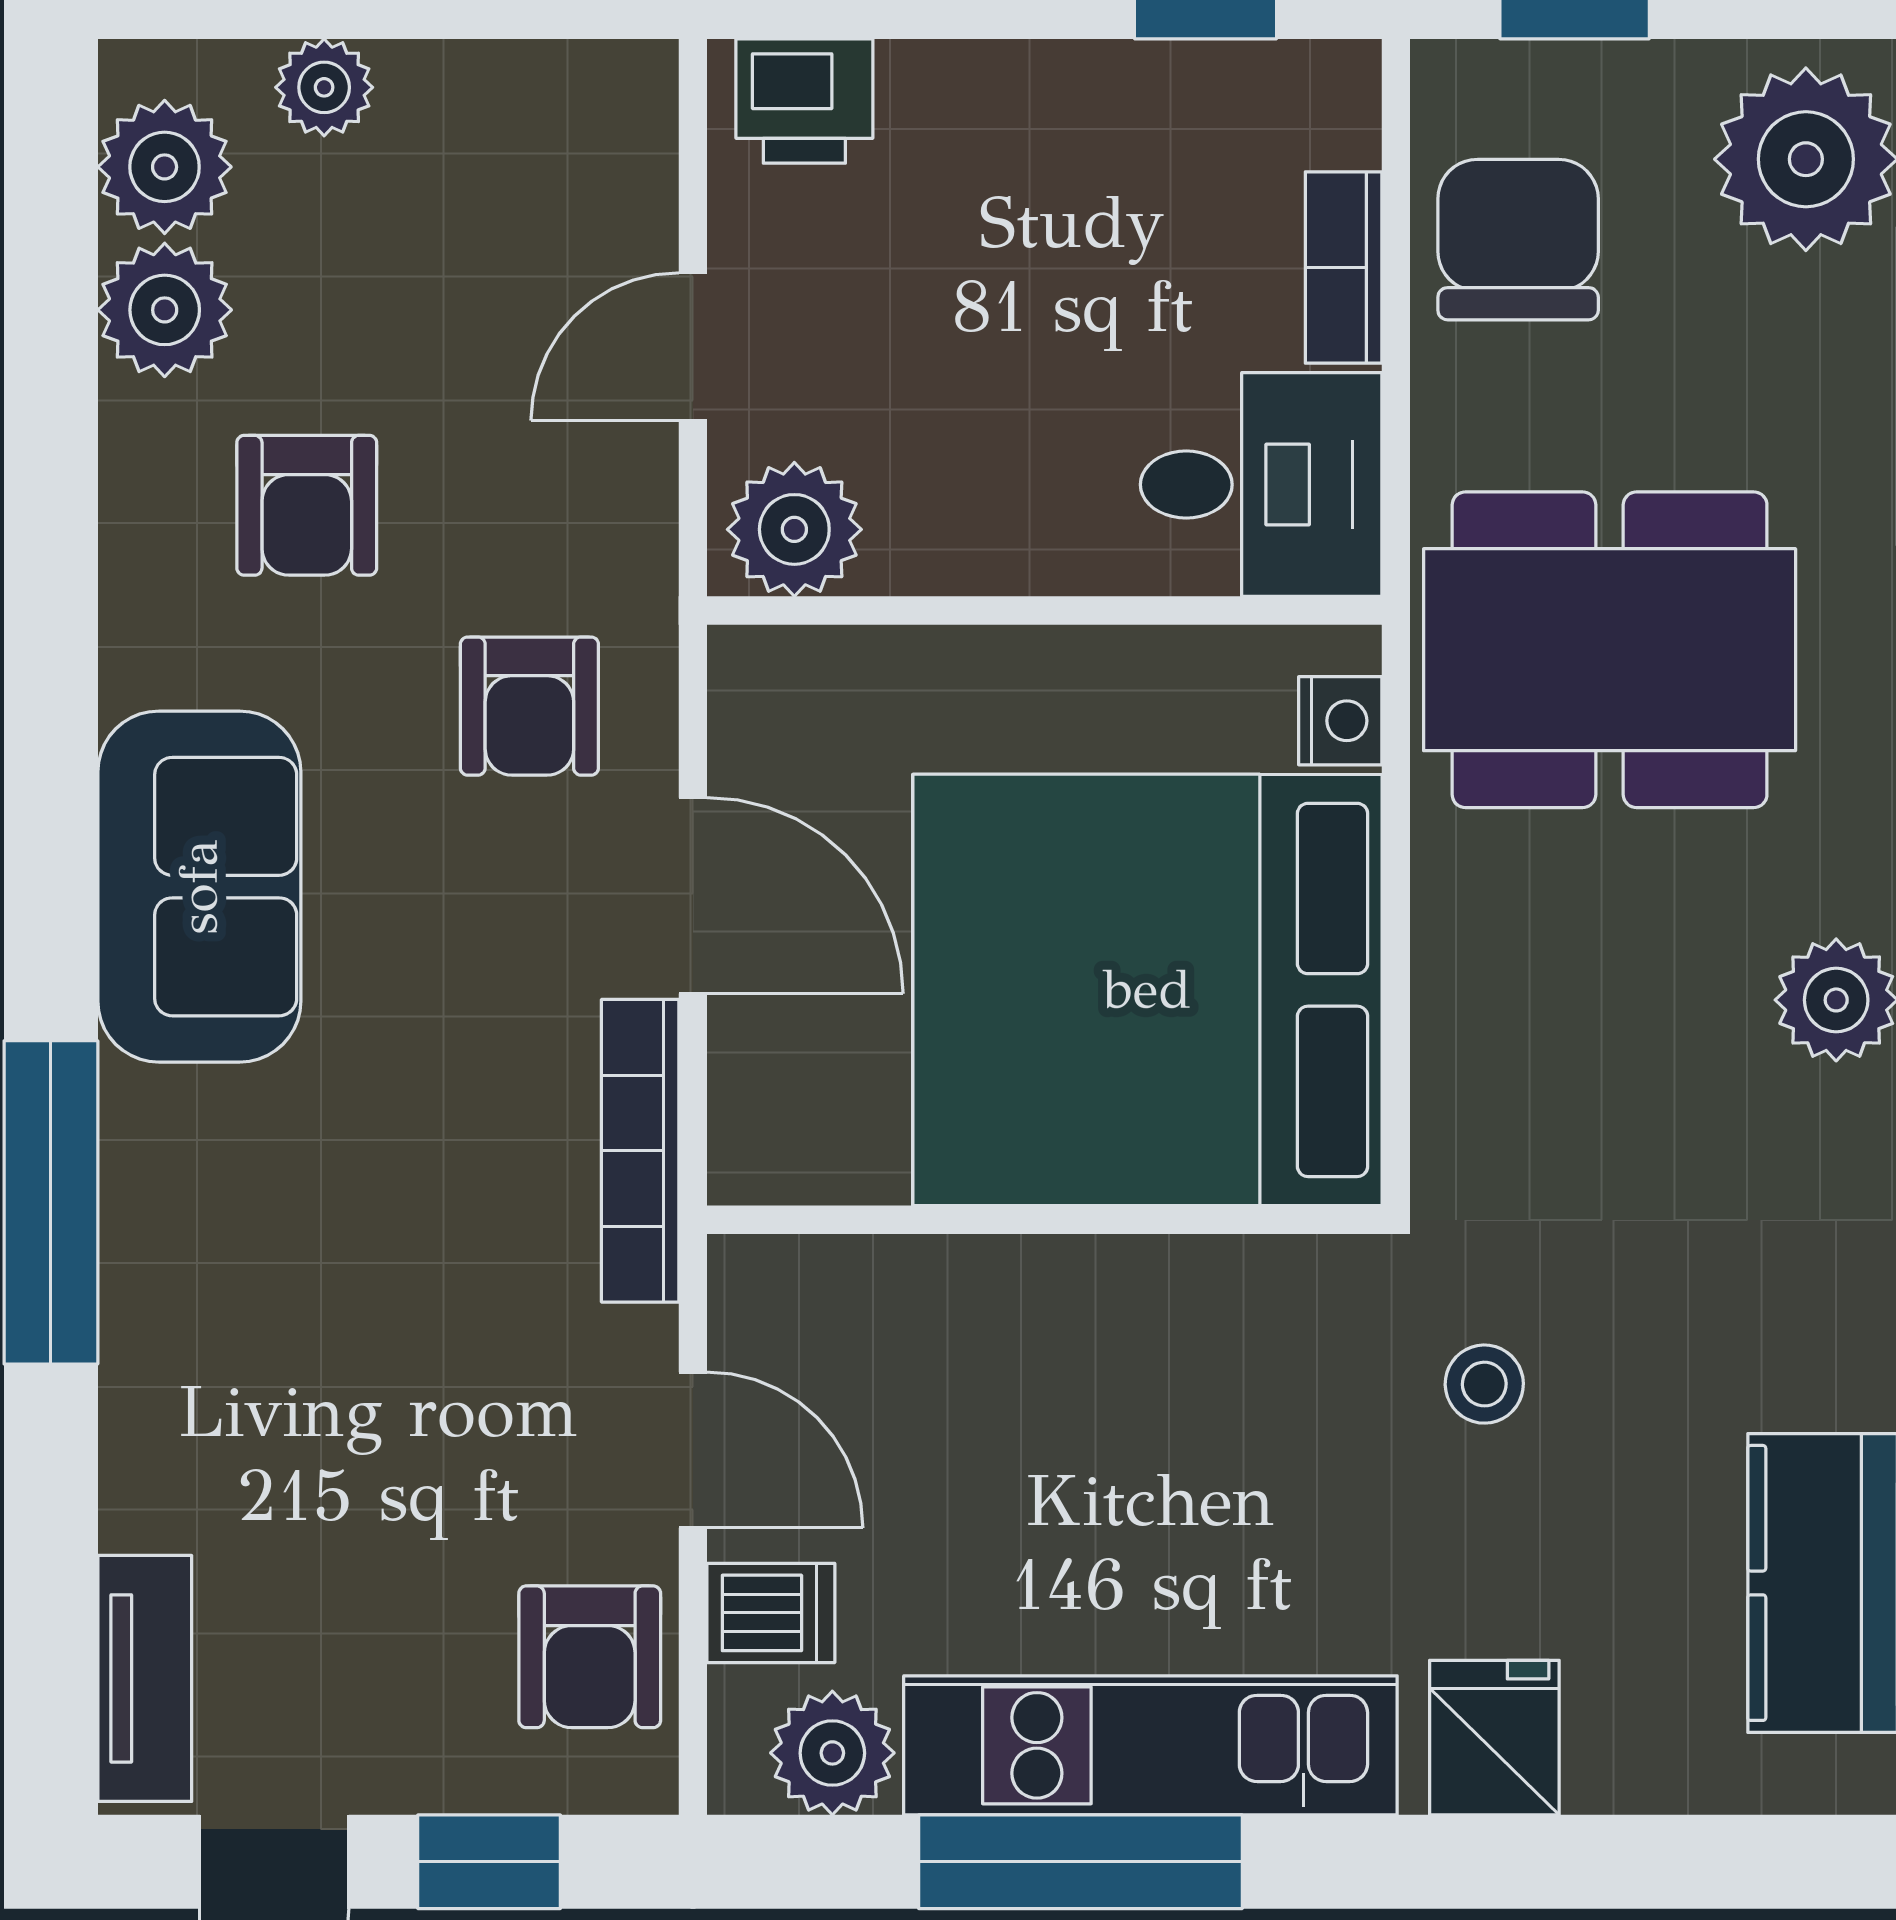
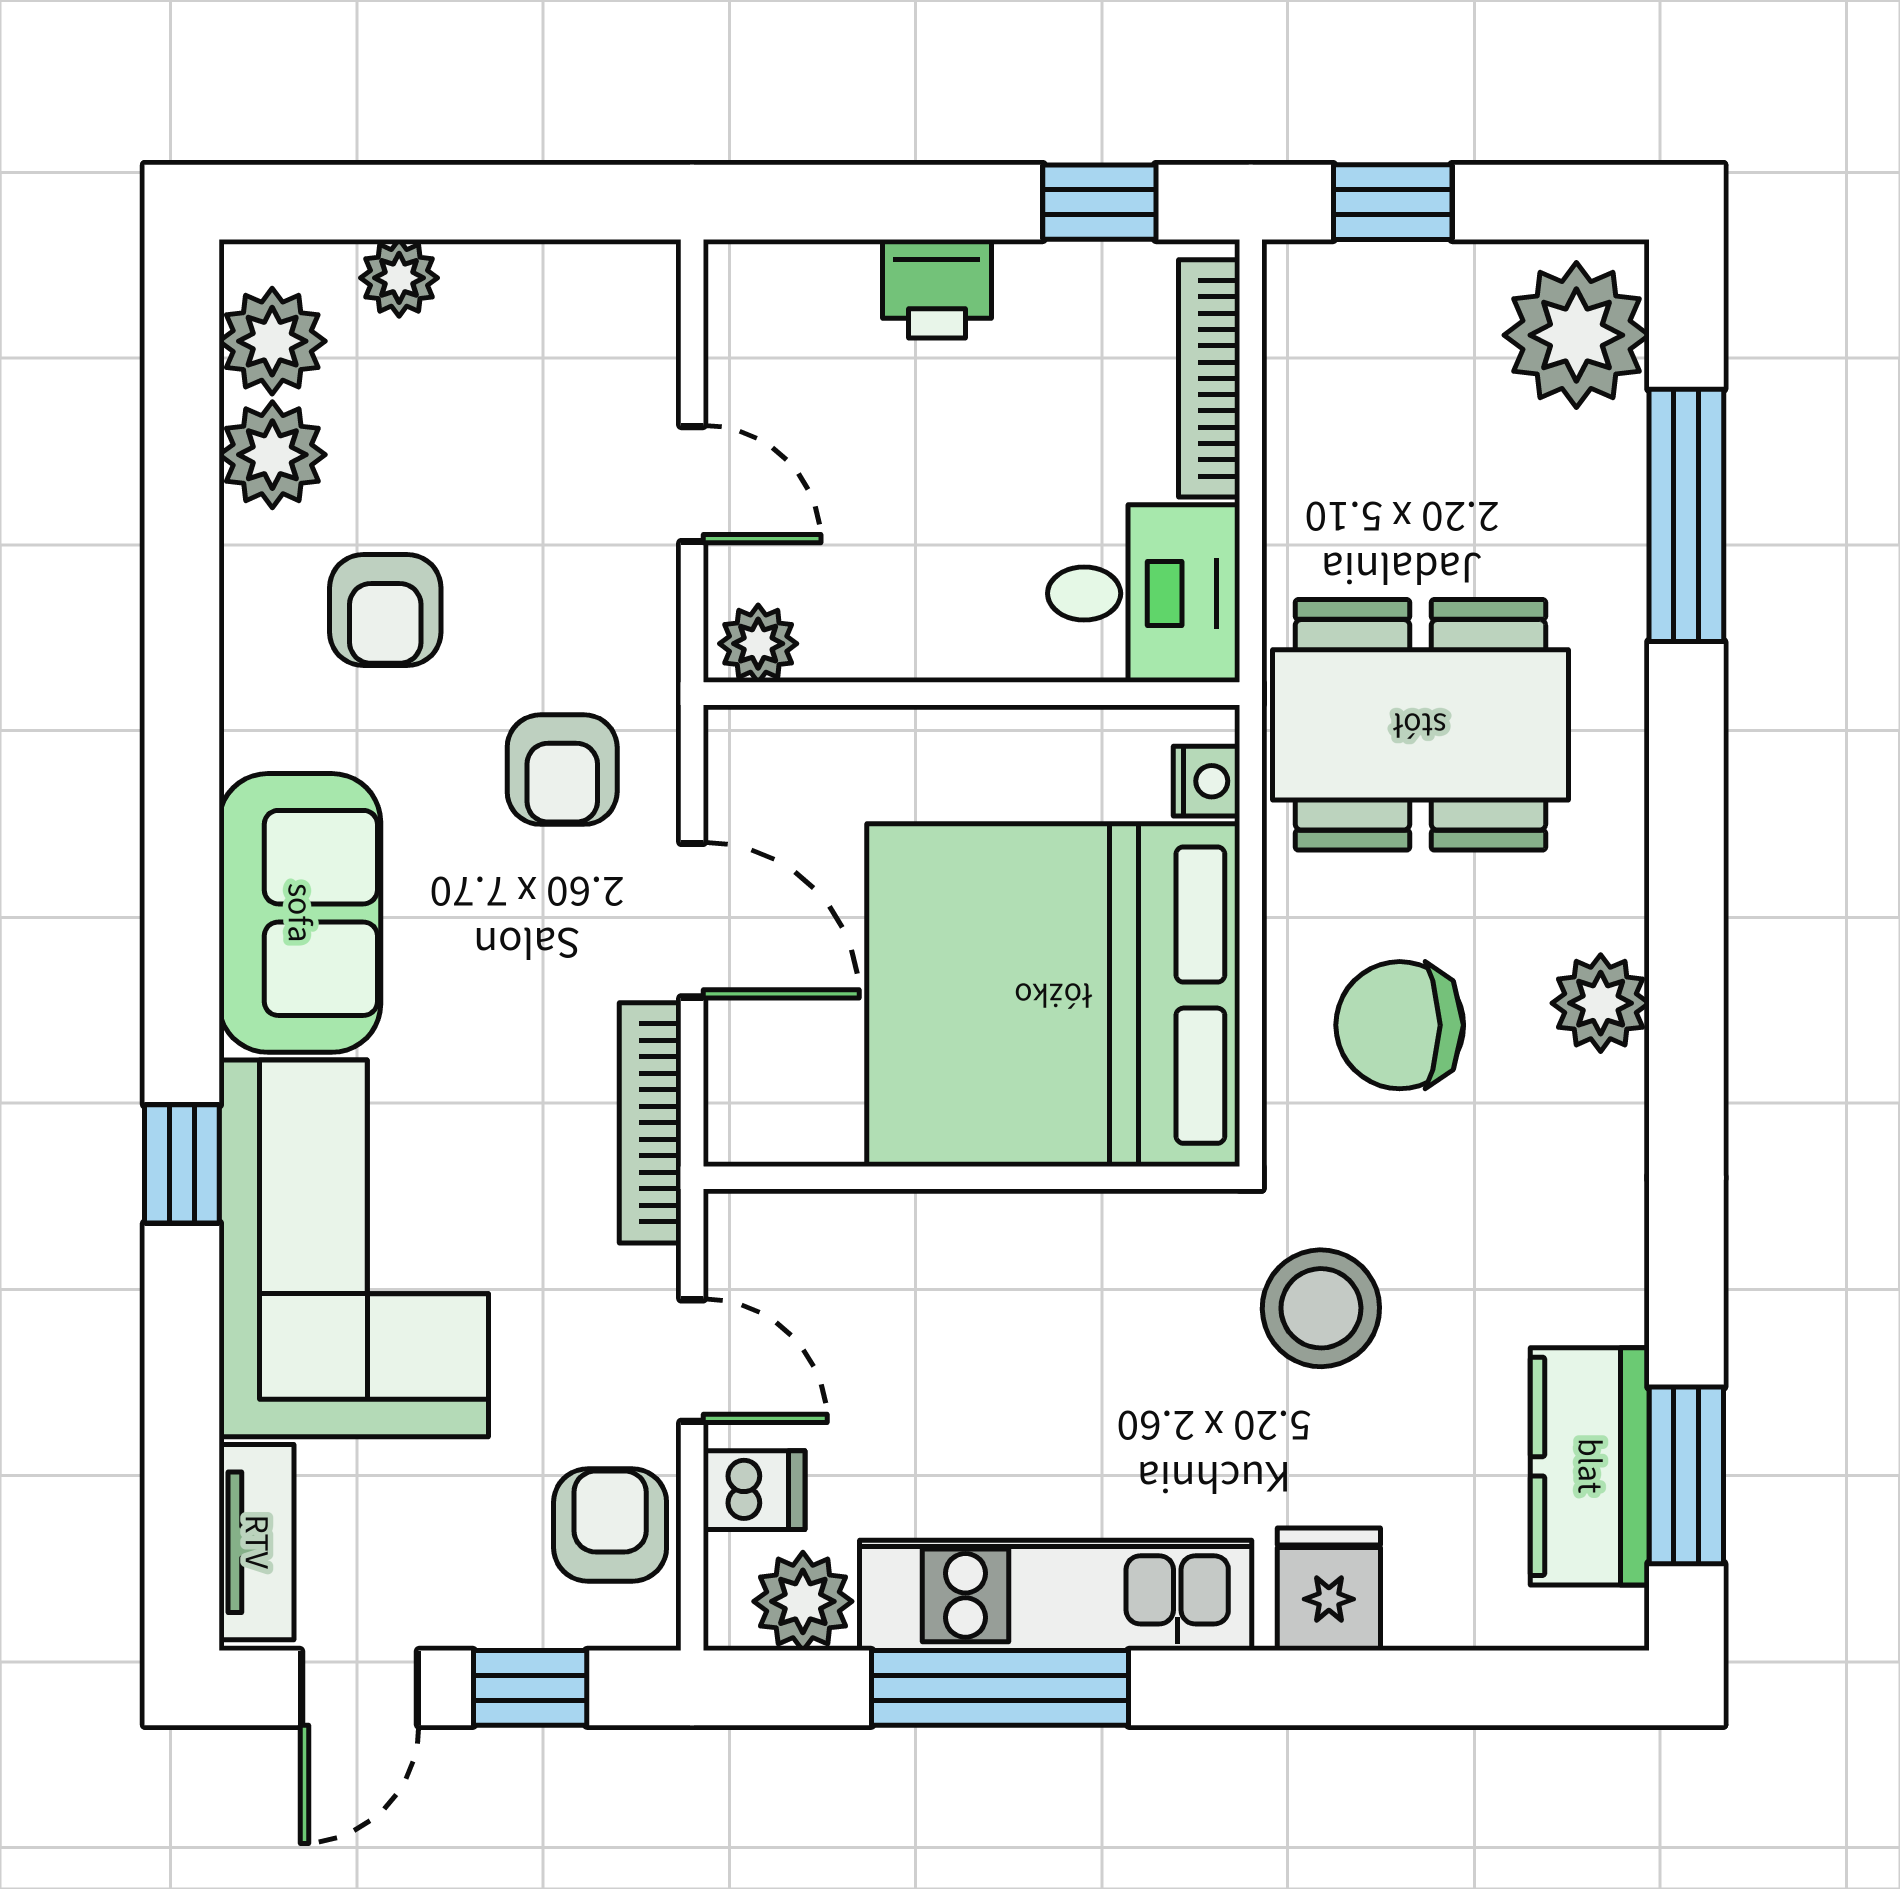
printer: (804, 101) -> (937, 289), moved
chair: (1518, 240) -> (1400, 1025), moved, turned -90
bookcase: (1344, 268) -> (1209, 378), width x1.56
door: (693, 347) -> (692, 484), swing flipped
plant: (794, 529) -> (758, 644), width x0.73, depth x0.73
window: (51, 1202) -> (182, 1164), width x0.46
corner sofa: (267, 1309) -> (354, 1248), added
stool: (1484, 1384) -> (1321, 1308), width x1.89, depth x1.89
armchair: (590, 1657) -> (610, 1525), turned 180

